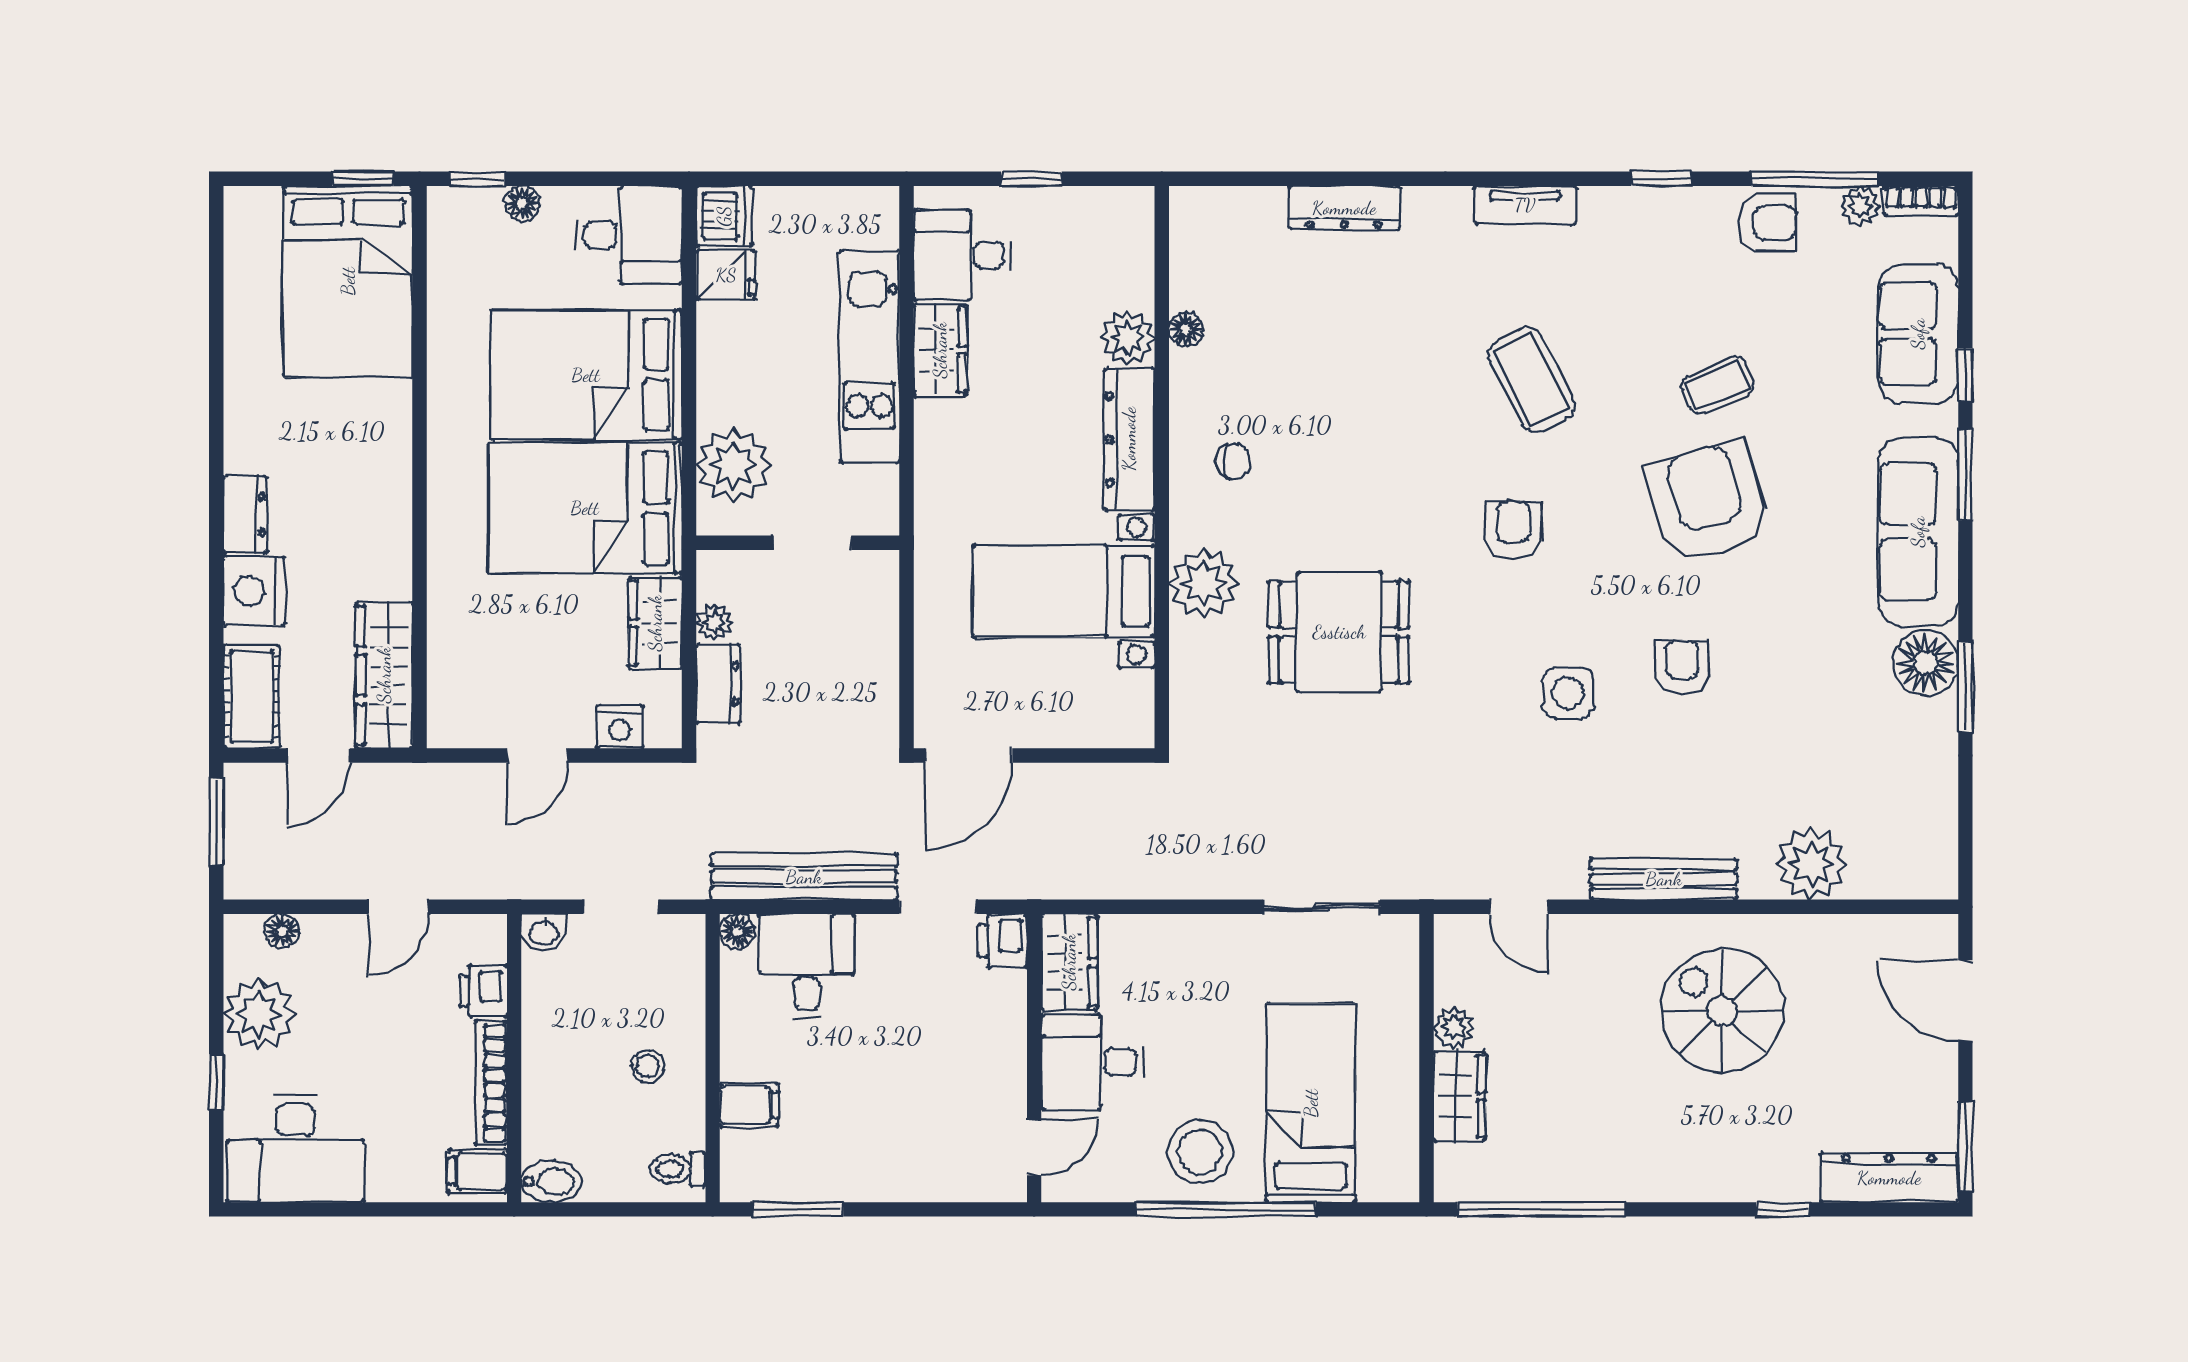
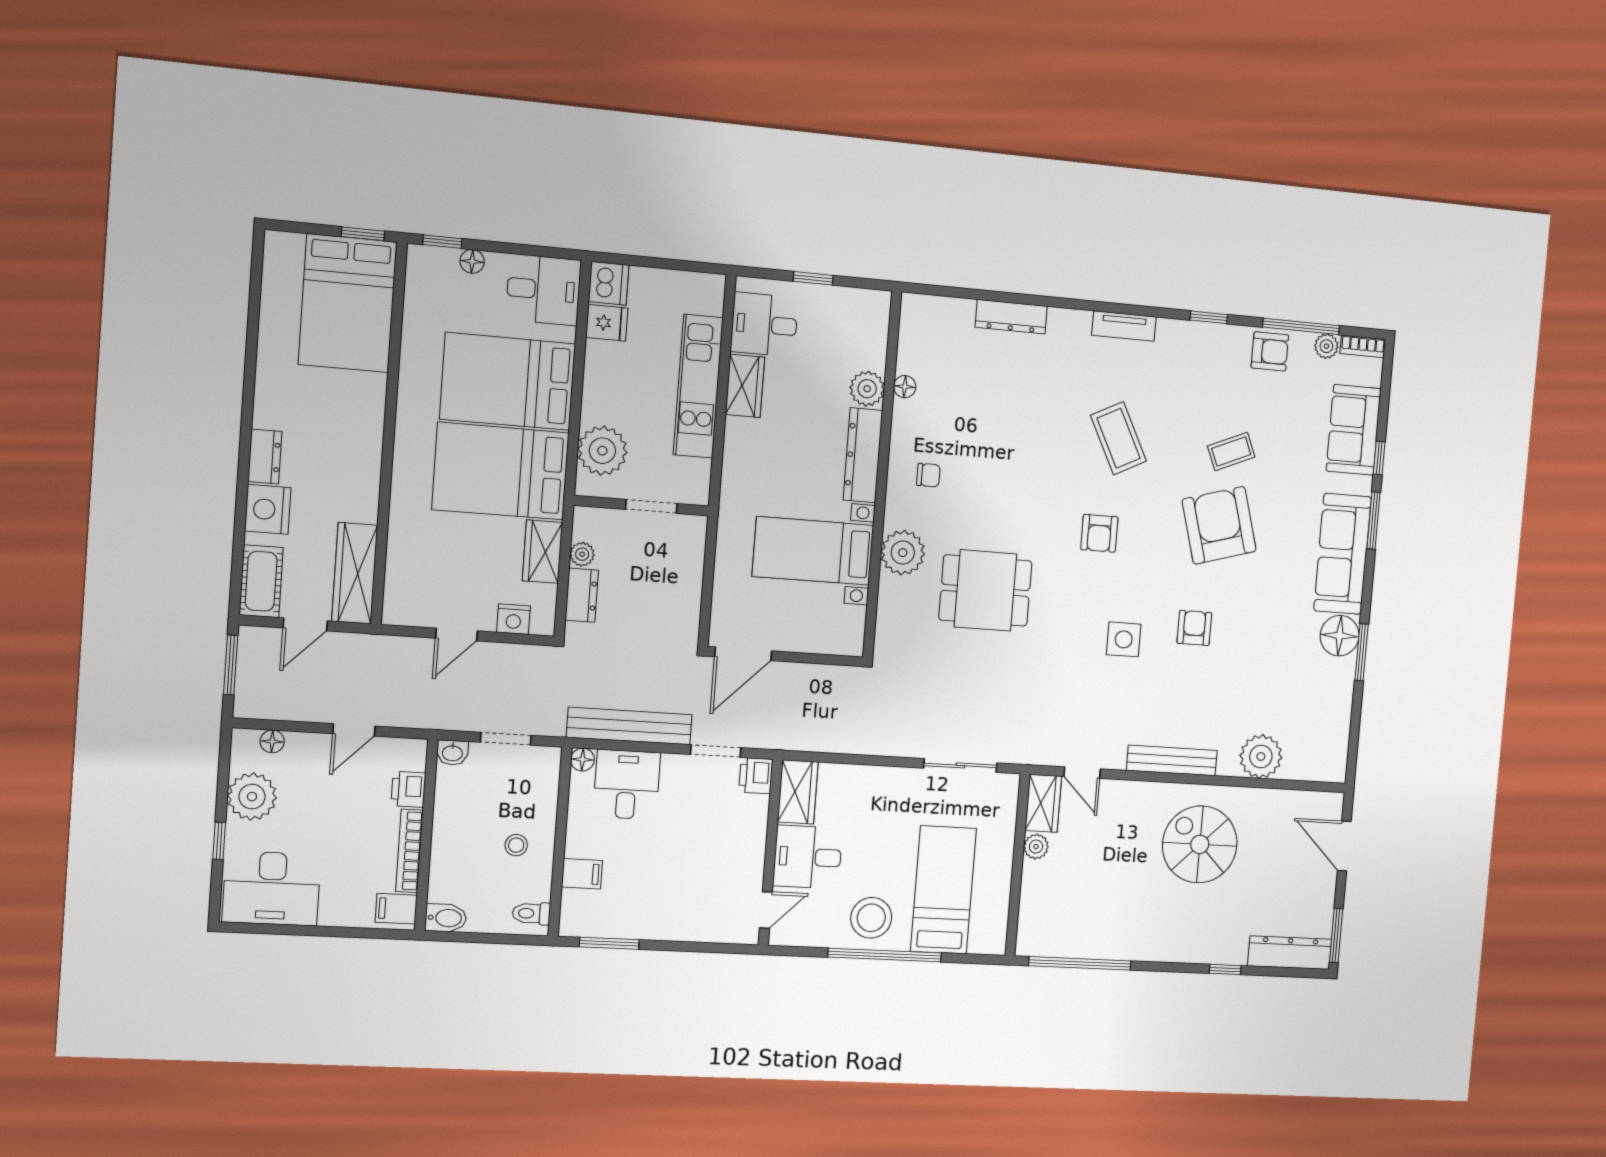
armchair: (1514, 530) -> (1099, 533), turned 180
wardrobe: (1460, 1096) -> (1043, 803), moved

